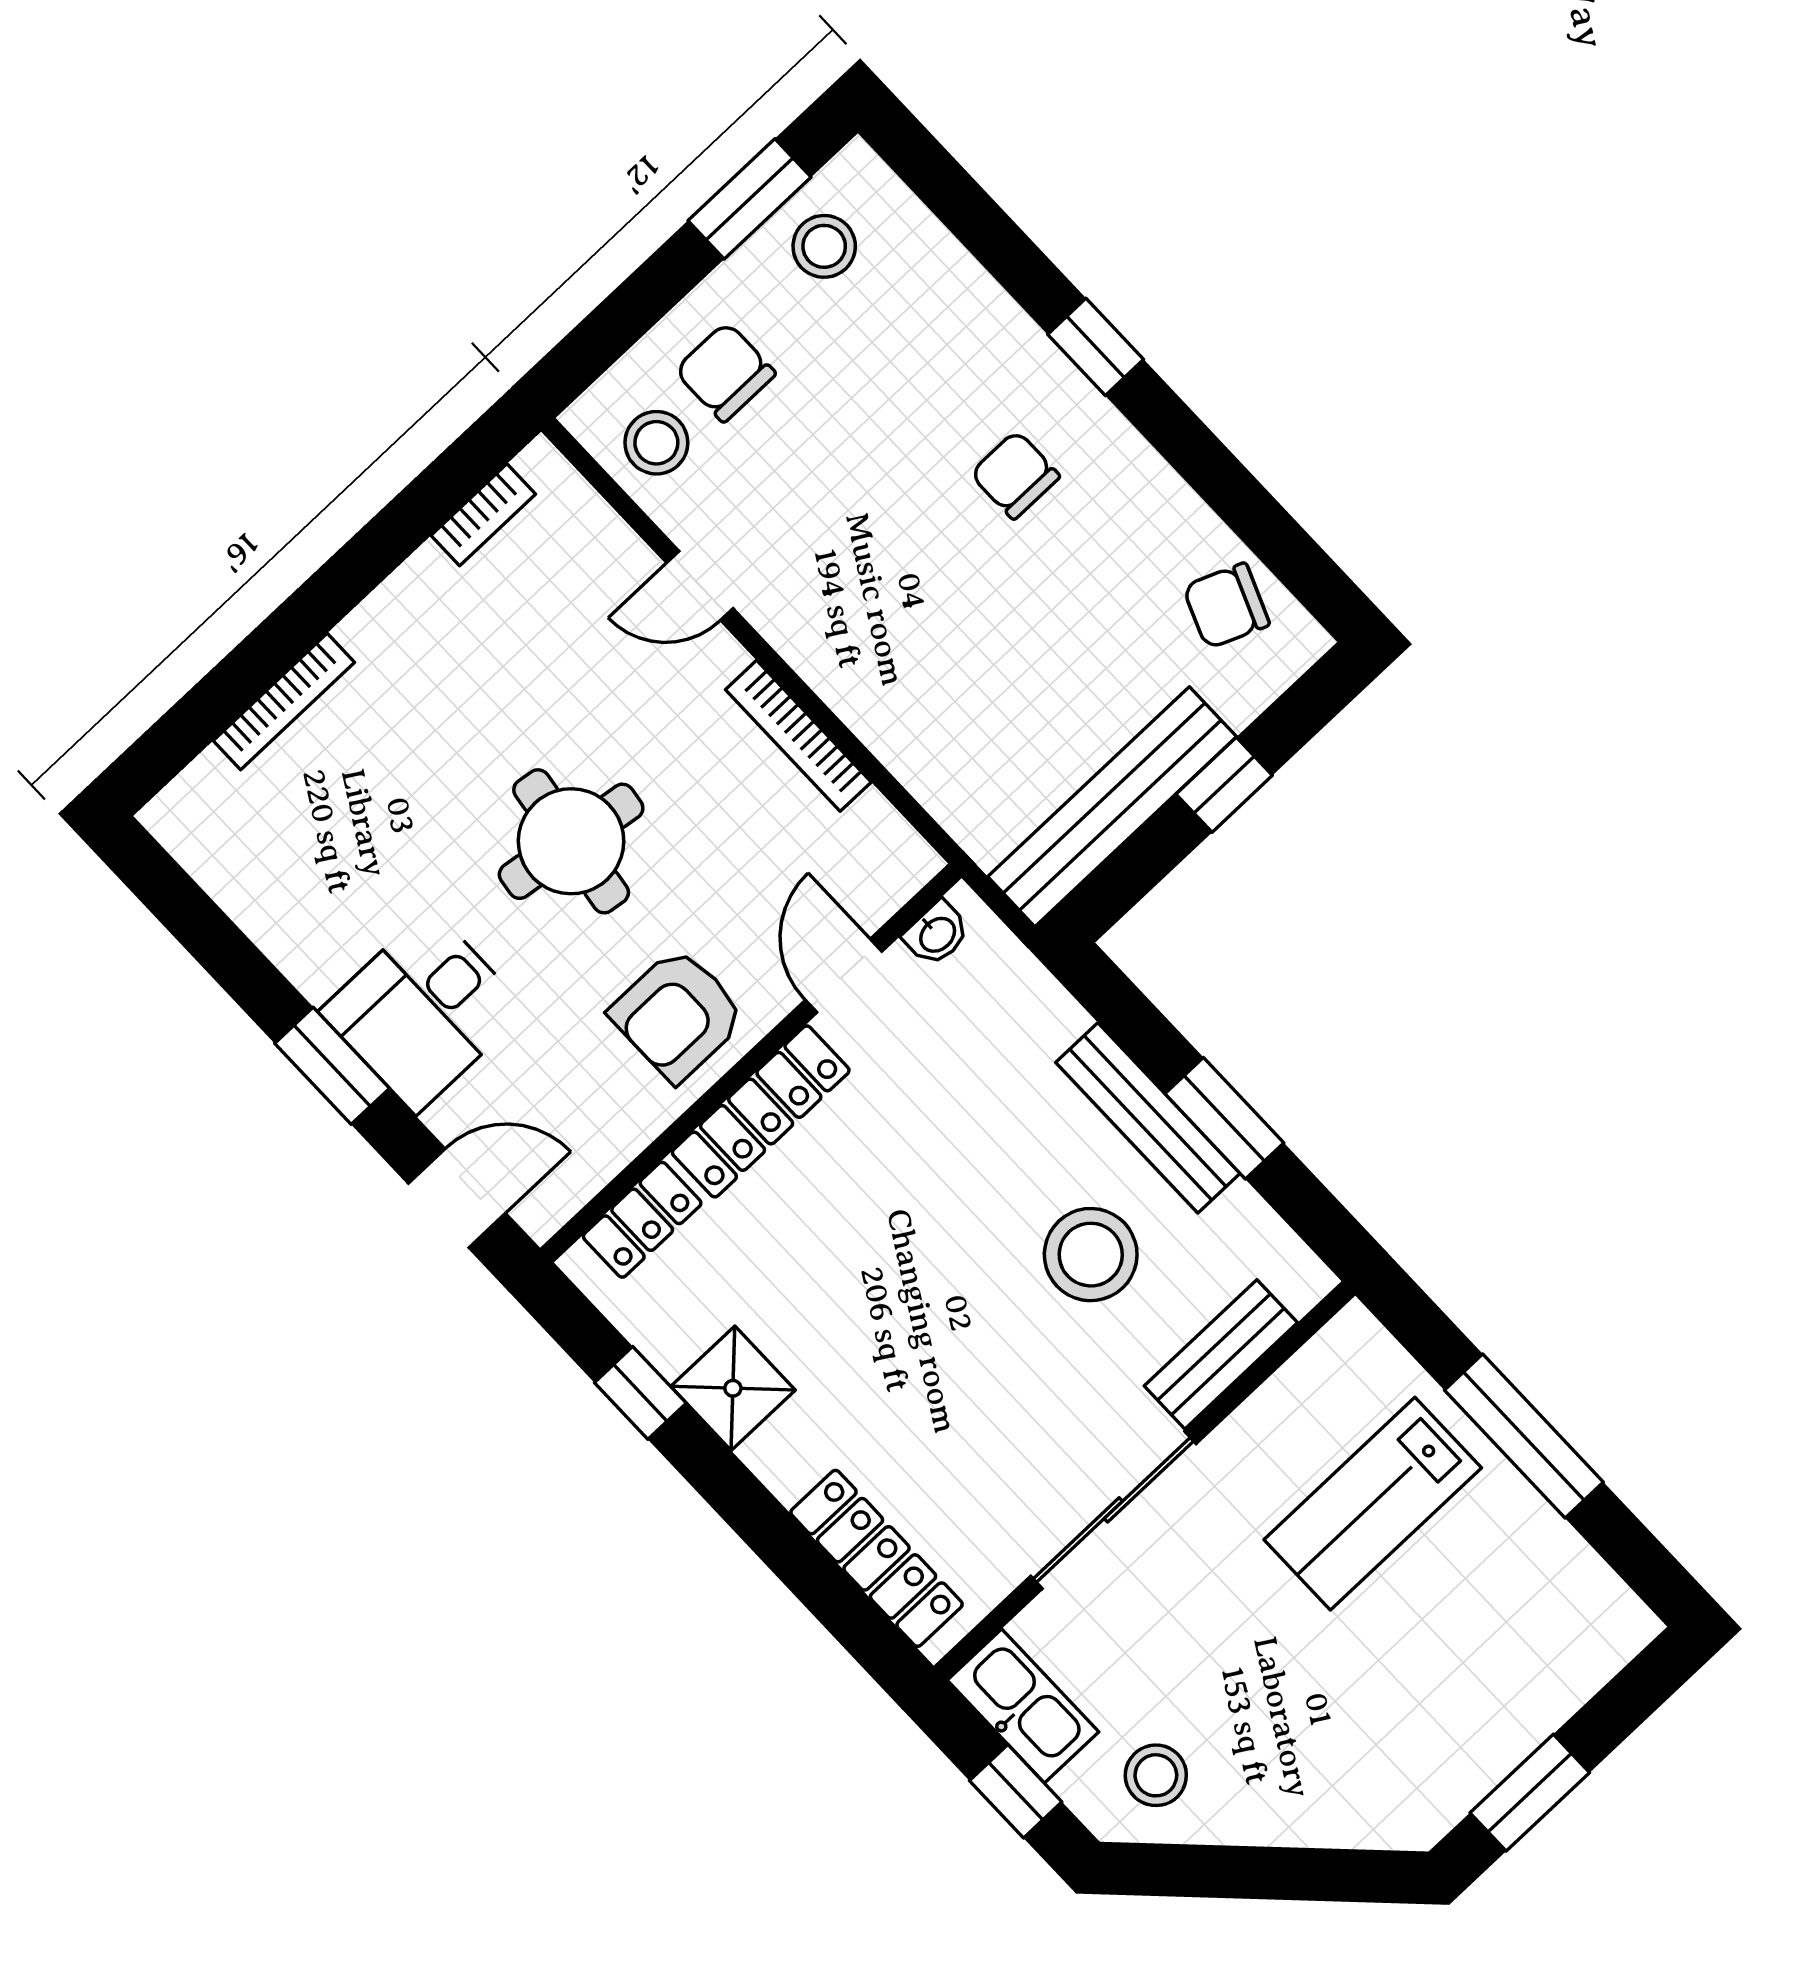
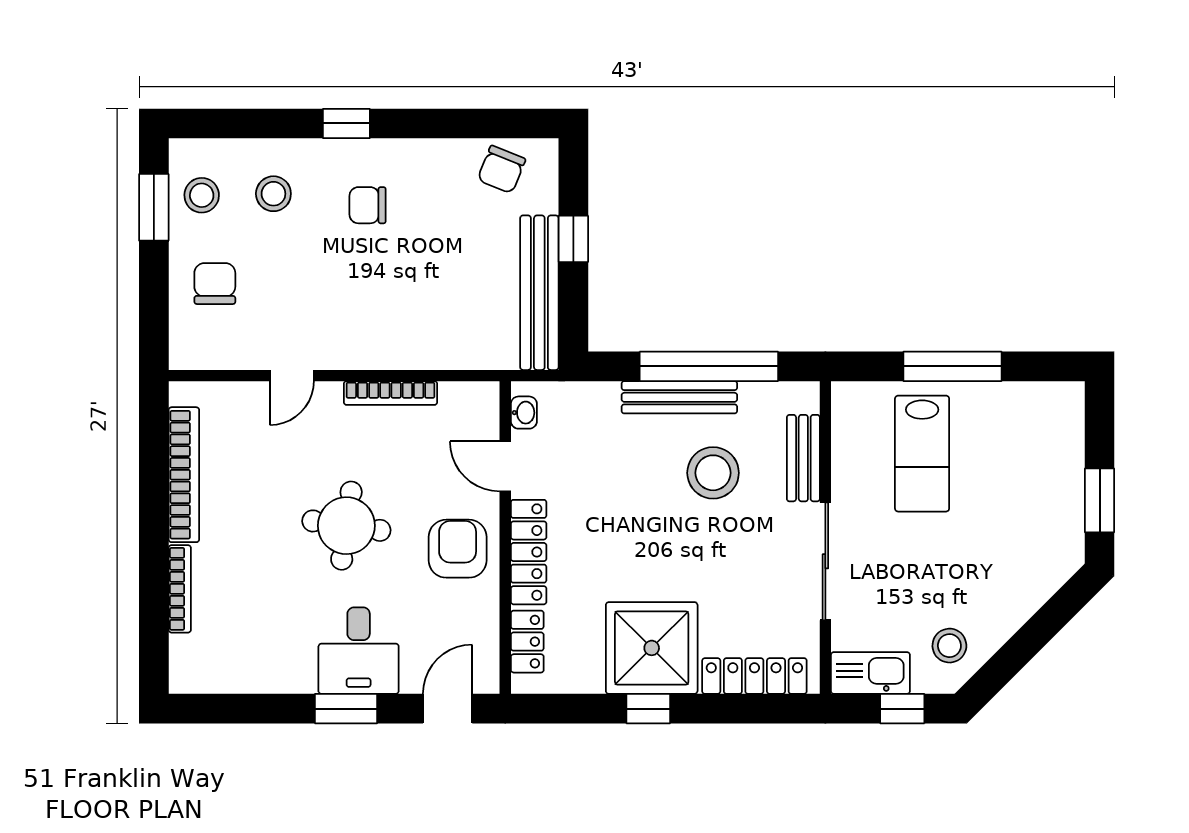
chair: (725, 372) -> (215, 284), turned 90
stool: (656, 443) -> (273, 194), moved
bookcase: (483, 515) -> (184, 475), width x2.31, depth x1.31
armchair: (678, 1015) -> (458, 549), turned 180
window: (1224, 1118) -> (709, 366), width x2.11
shower: (733, 1388) -> (652, 648), width x1.86, depth x1.86
window: (640, 1393) -> (648, 709), moved

